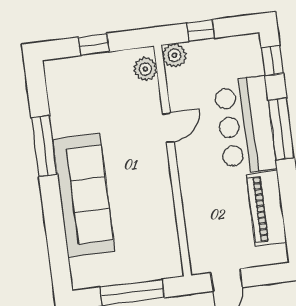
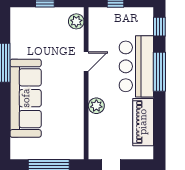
plant: (174, 55) -> (96, 106), moved

